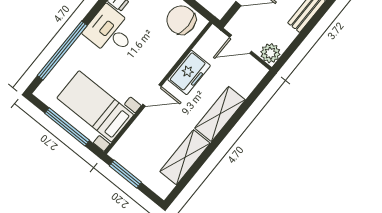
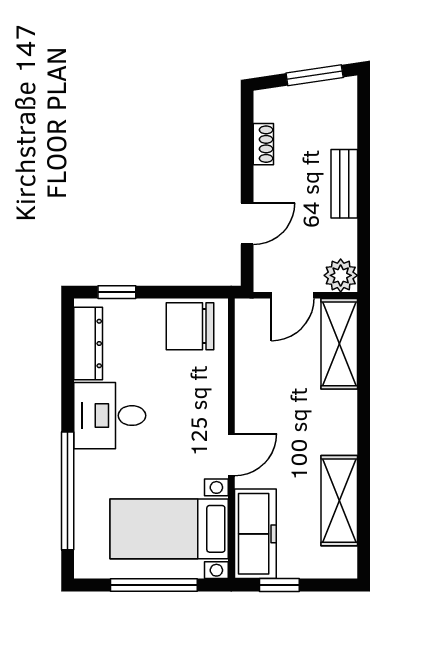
freezer: (189, 73) -> (255, 534), moved, width x1.40
shelving: (220, 114) -> (339, 344), moved
window: (125, 174) -> (279, 585), width x0.67

